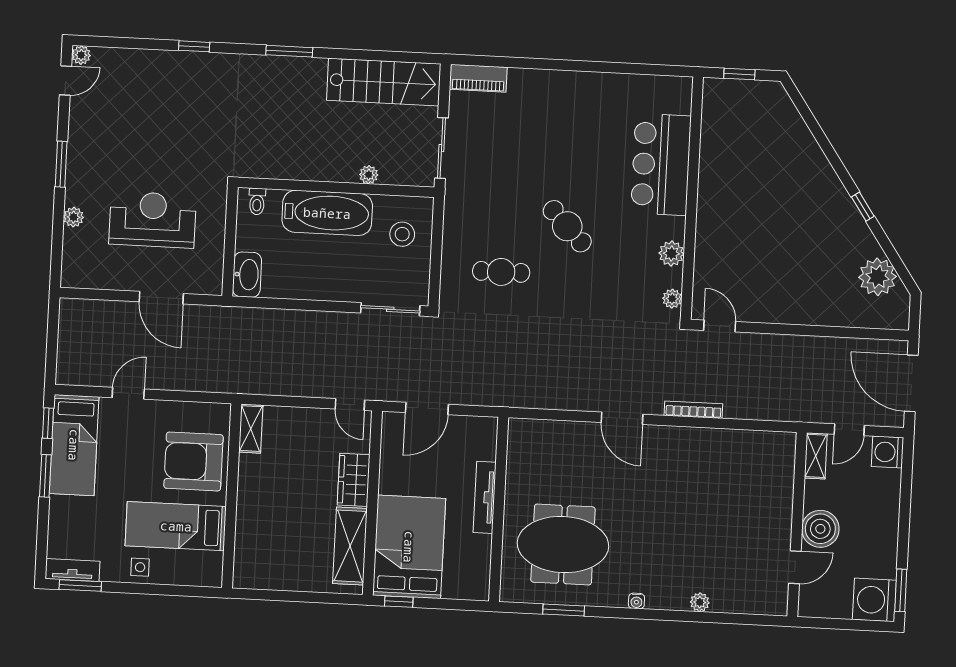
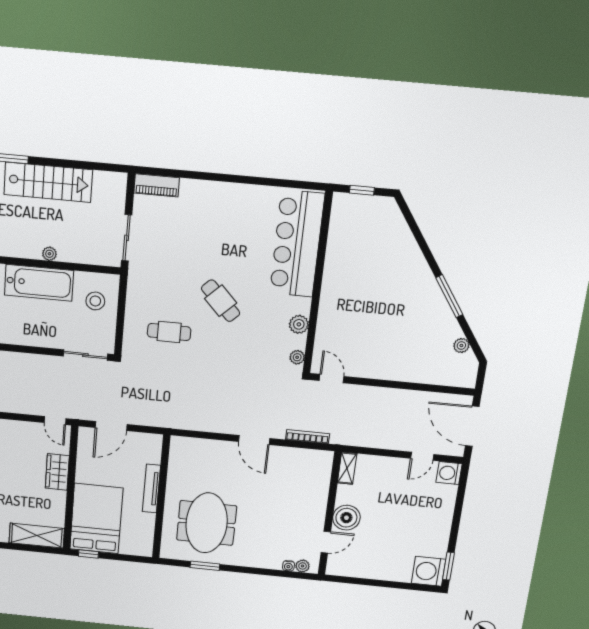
stairs: (384, 82) -> (48, 182), moved
bar counter: (661, 164) -> (297, 244), width x1.36
plant: (369, 175) -> (49, 254), moved
window: (863, 207) -> (449, 296), width x2.17
plant: (878, 277) -> (461, 346), width x0.53, depth x0.53
shelving: (816, 456) -> (347, 468), moved
wall: (797, 525) -> (330, 514), moved
boiler: (820, 529) -> (346, 518), moved
meeting table: (563, 545) -> (207, 523), turned 90
shelving: (350, 546) -> (37, 536), moved, turned 90
door: (795, 567) -> (326, 542), moved
water cooler: (636, 601) -> (288, 566), moved

